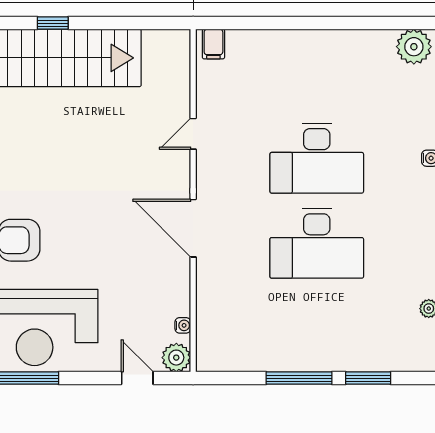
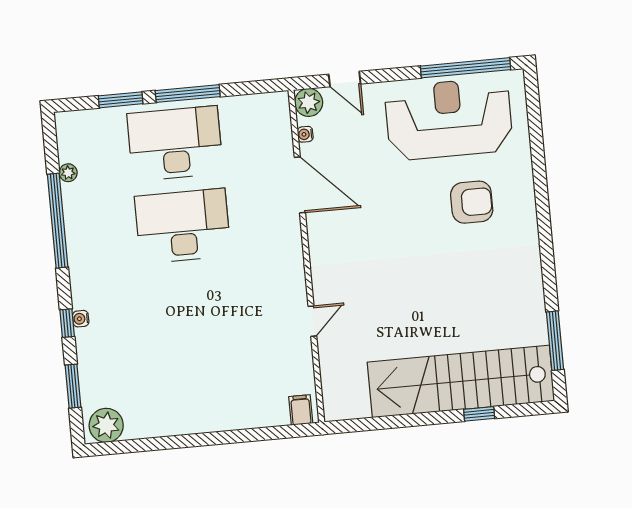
window: (53, 23) -> (479, 414), moved
desk: (317, 158) -> (175, 143), moved
door: (193, 228) -> (300, 185), moved

